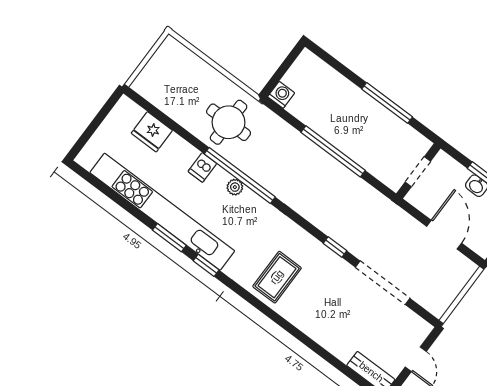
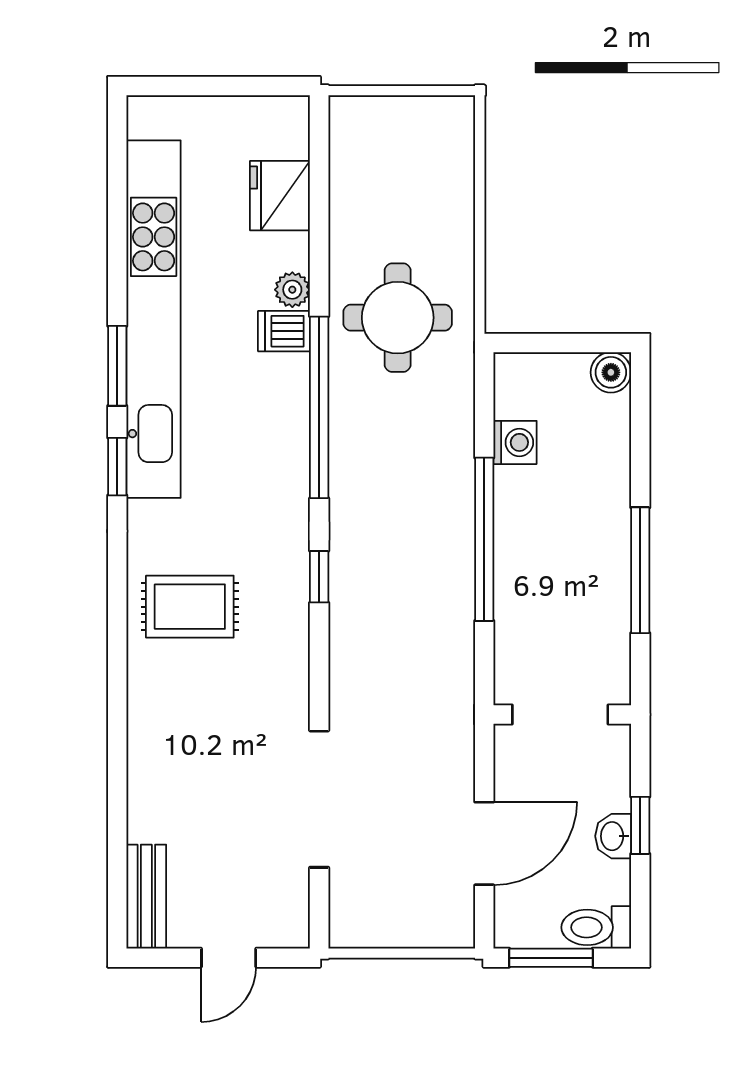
boiler: (307, 59) -> (611, 372), added
washing machine: (281, 95) -> (515, 442), moved
doorway: (418, 172) -> (560, 715), width x1.38
plant: (235, 187) -> (292, 290), moved
window: (335, 247) -> (319, 577), moved

